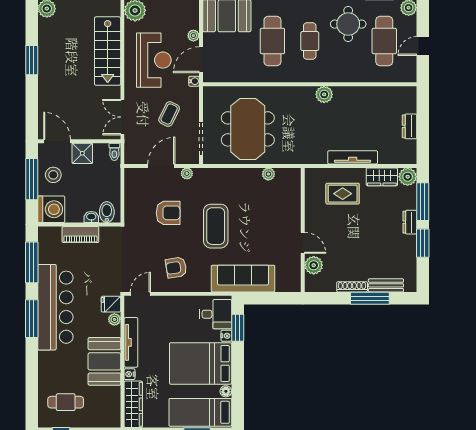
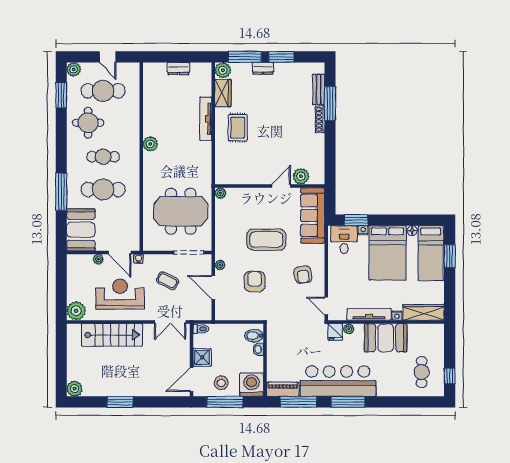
wall: (303, 230) -> (270, 186), moved
piano: (80, 235) -> (283, 389), moved, turned -90
door: (303, 243) -> (281, 186), moved
plant: (314, 265) -> (301, 176), moved

